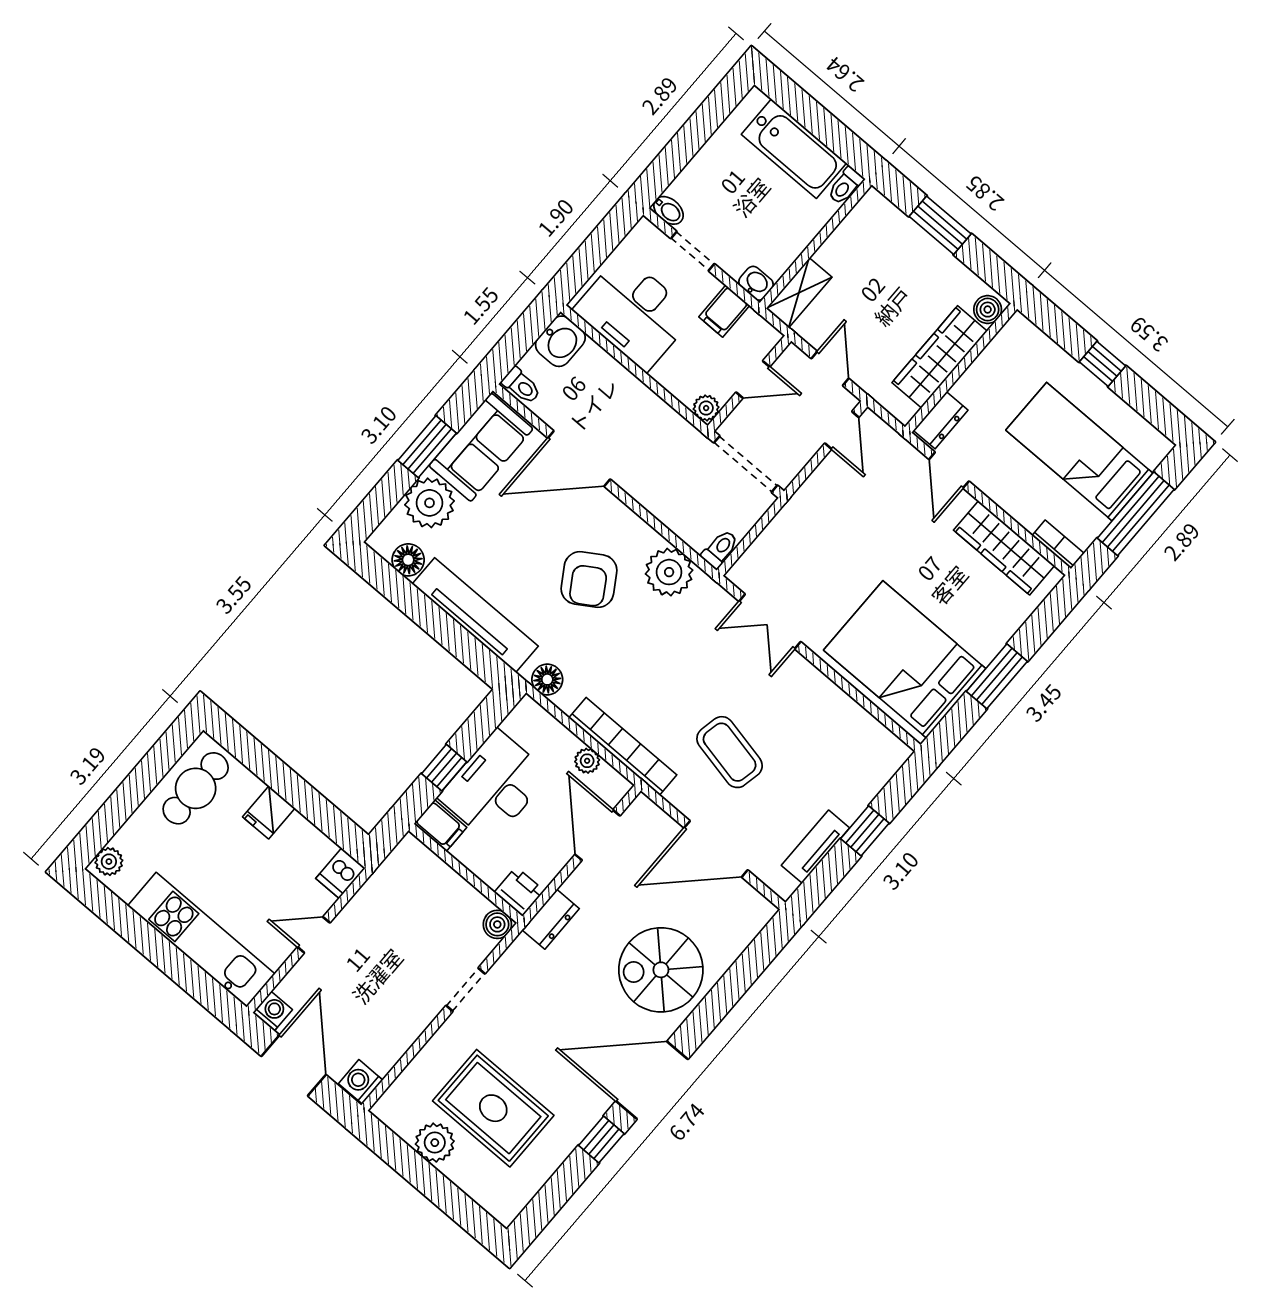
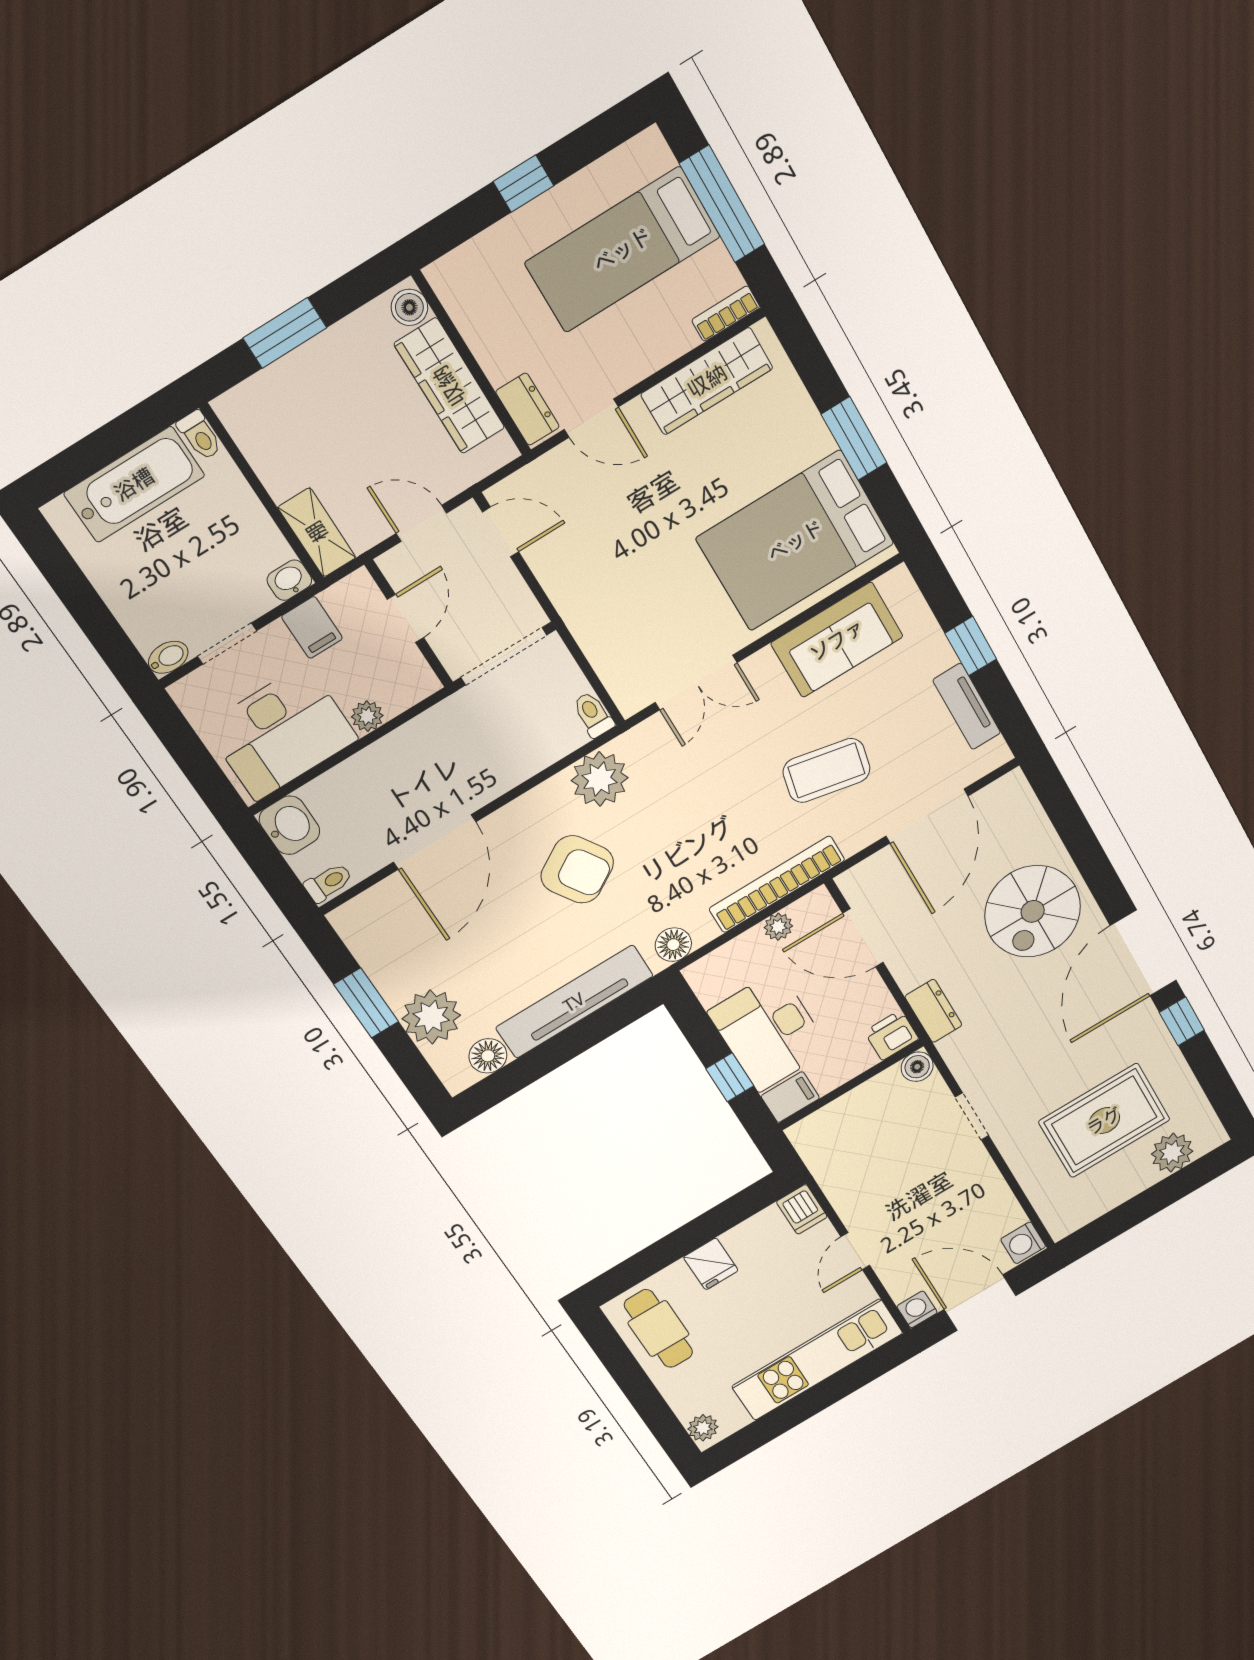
plant: (706, 408) -> (367, 716), moved
sofa: (481, 447) -> (837, 640), moved, turned 90
plant: (435, 1143) -> (1172, 1153), moved

